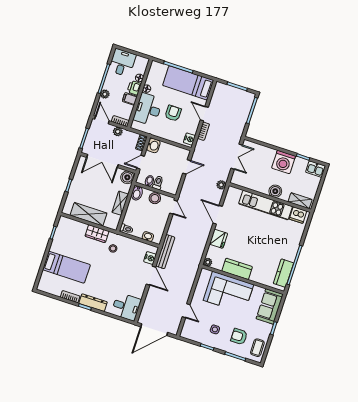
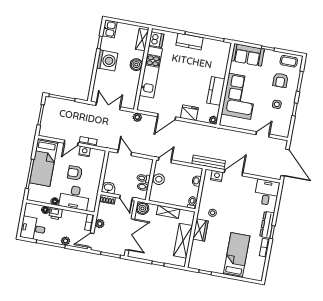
filing cabinet: (130, 99) -> (67, 216), removed
nightstand: (189, 139) -> (85, 151), moved
bidet: (137, 193) -> (156, 197), removed
kitchen counter: (283, 273) -> (189, 42), moved

